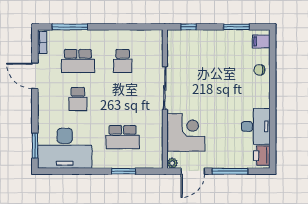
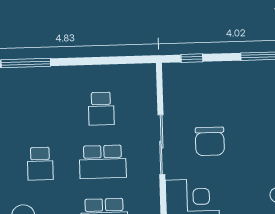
school desk: (78, 61) -> (103, 162), moved
chair: (200, 87) -> (210, 141), added

